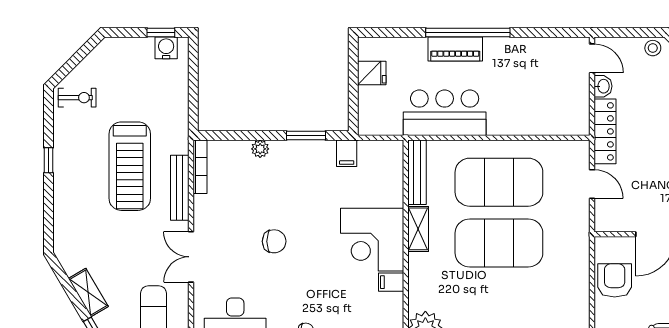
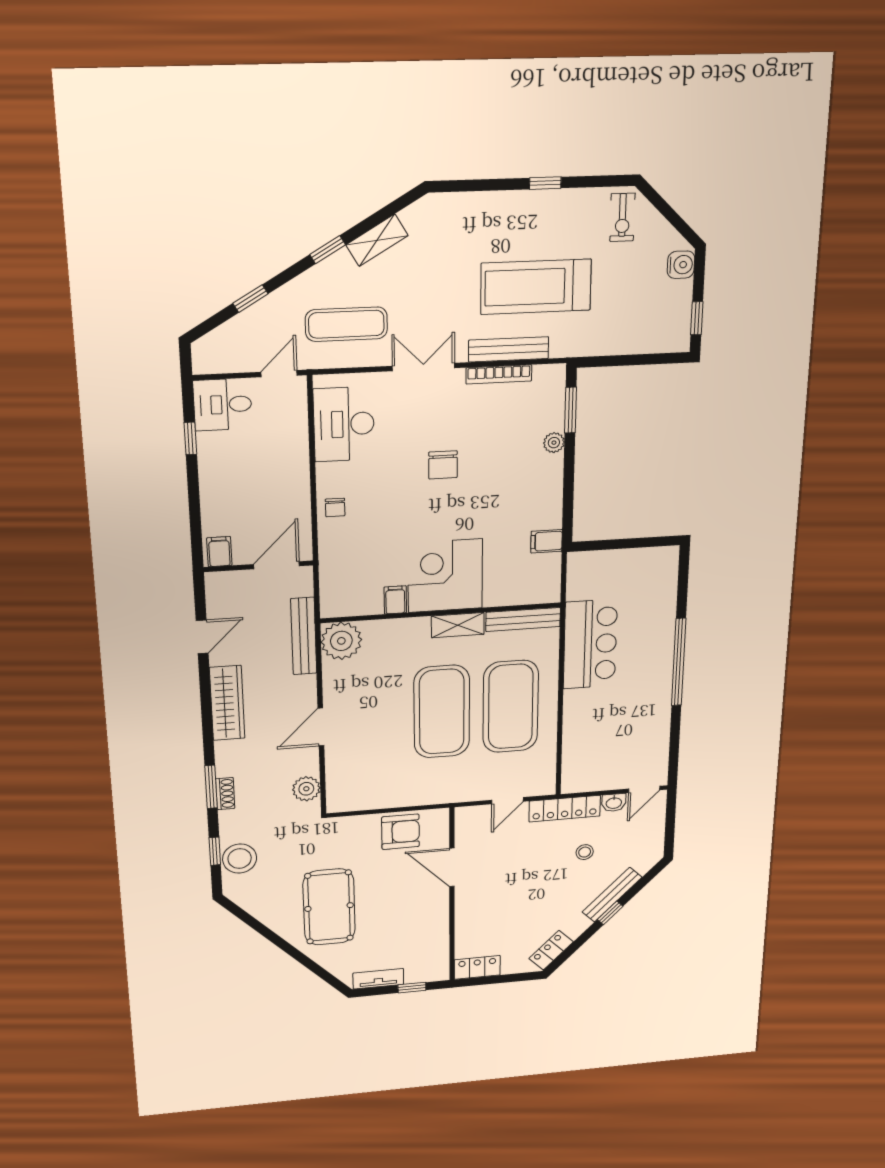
water cooler: (166, 48) -> (681, 265), moved
stool: (653, 48) -> (585, 852), moved
piano: (455, 49) -> (661, 650), removed
fridge: (372, 73) -> (638, 563), removed
window: (306, 136) -> (570, 410), moved
bookcase: (200, 167) -> (499, 374), moved

